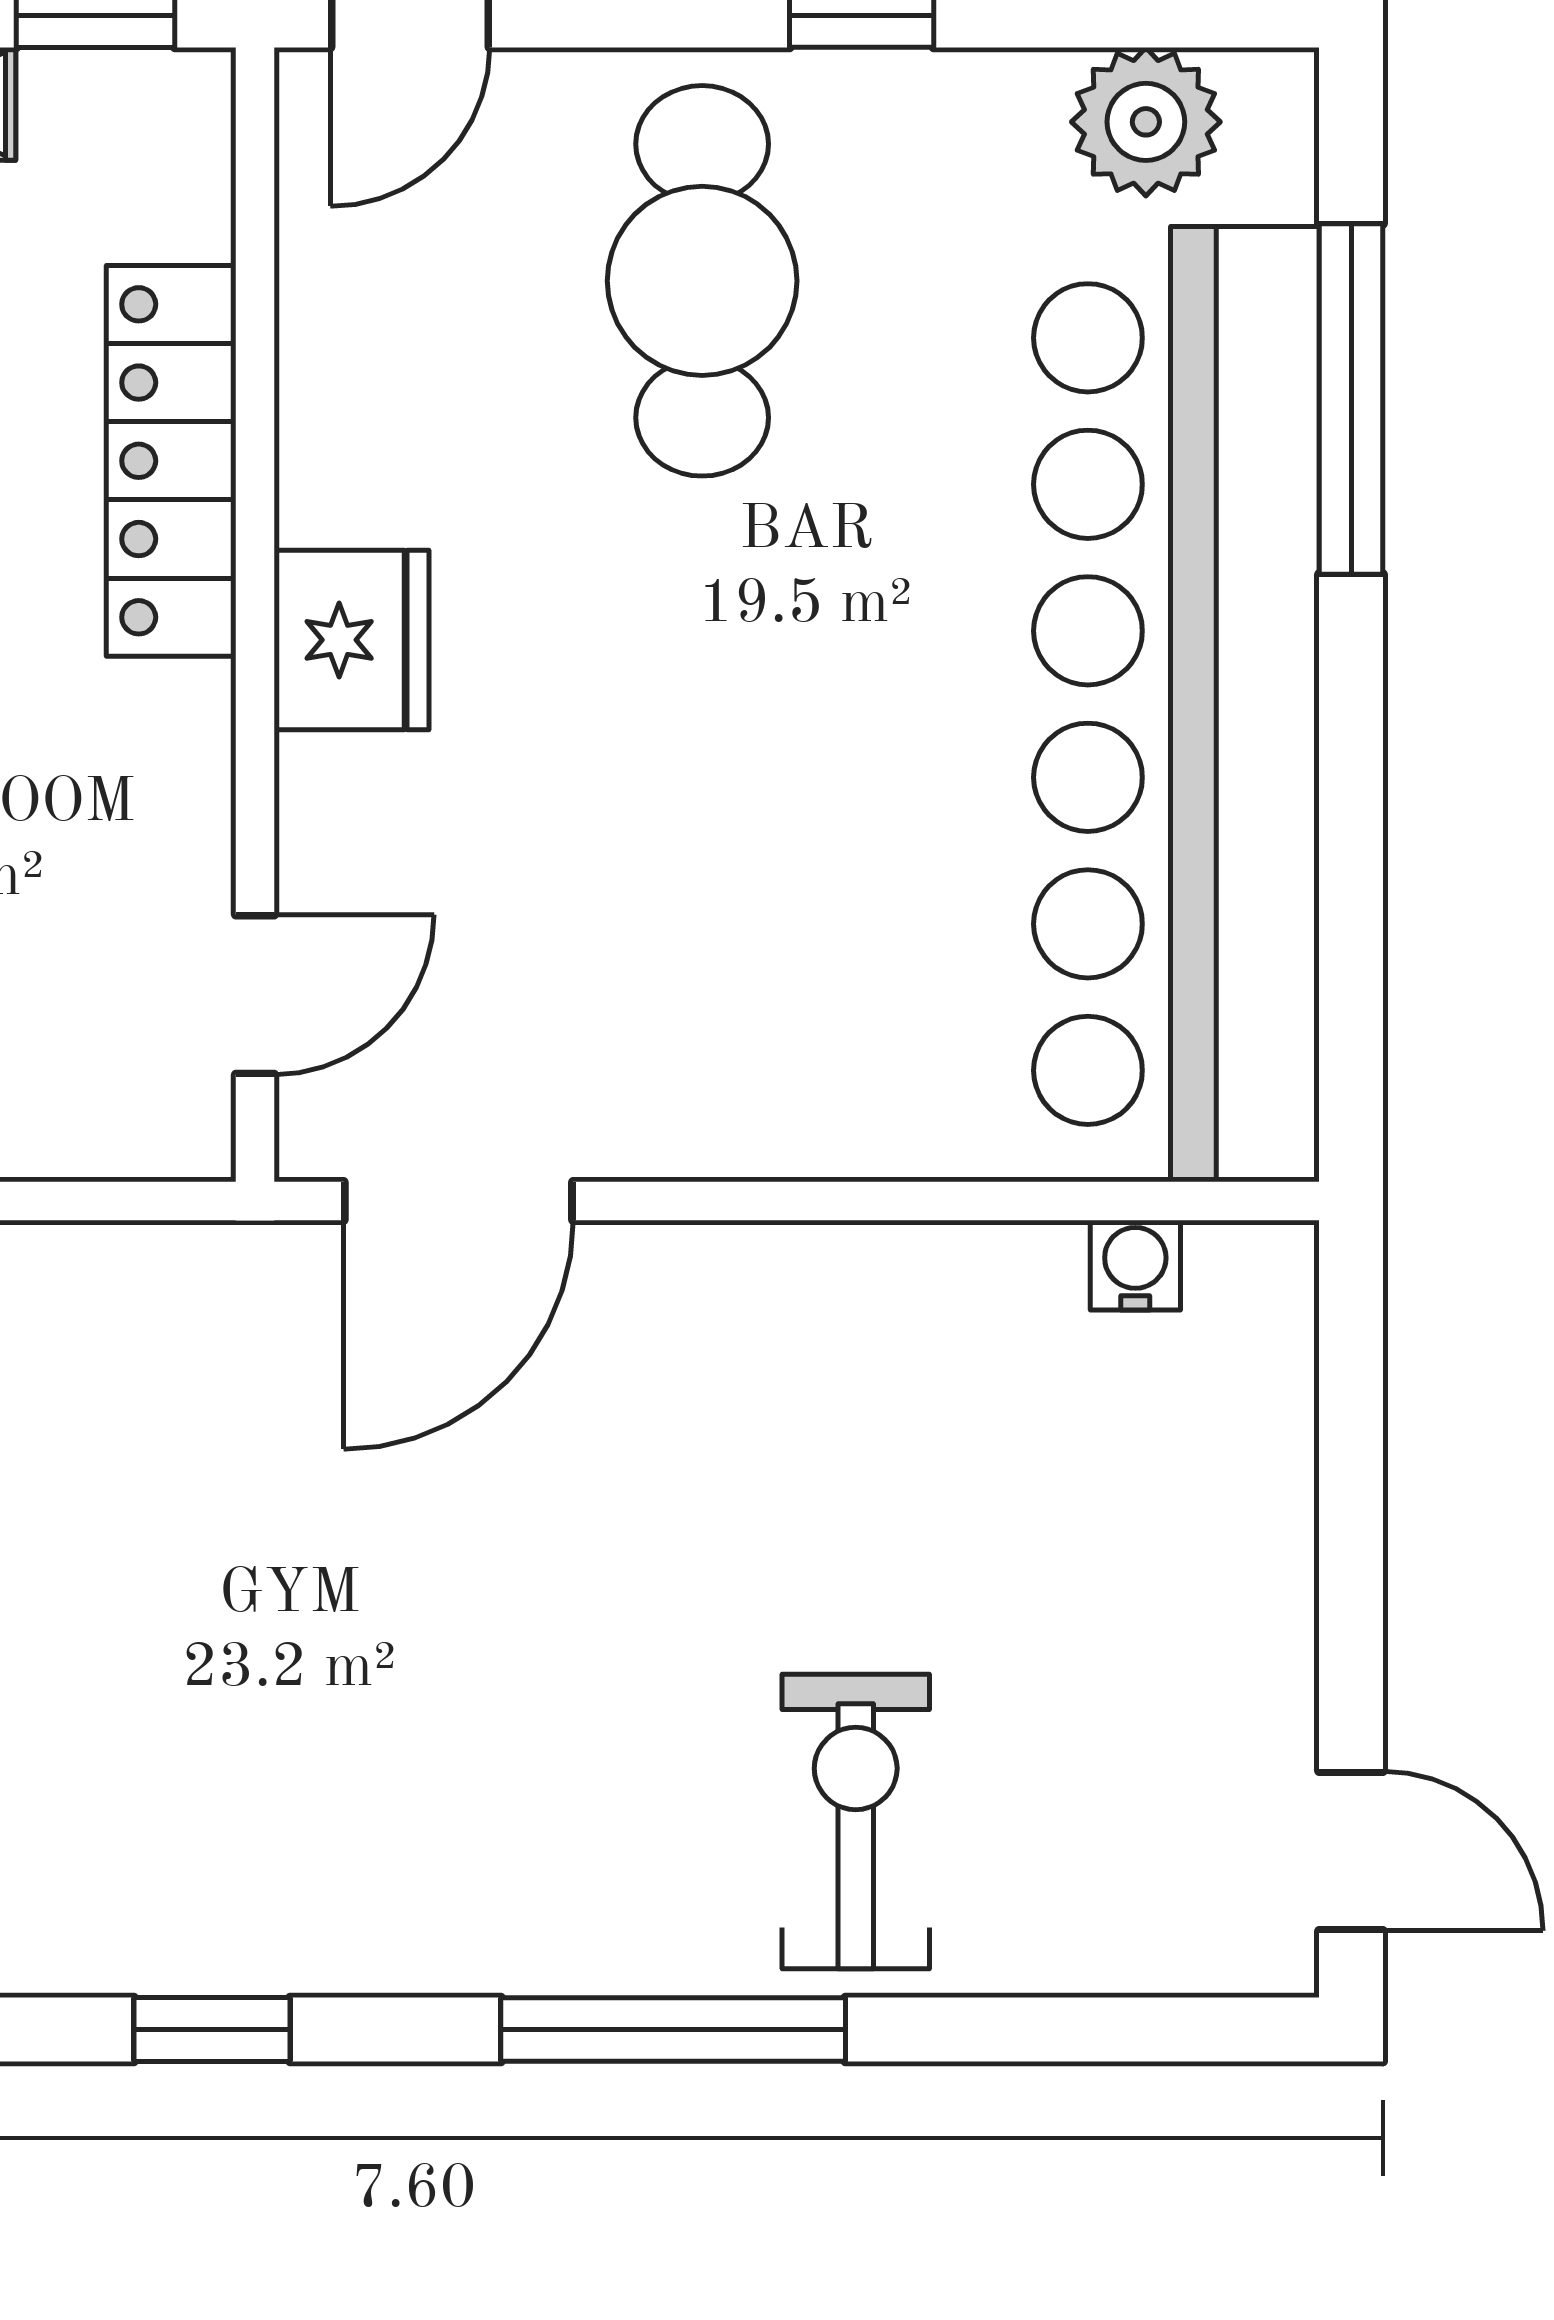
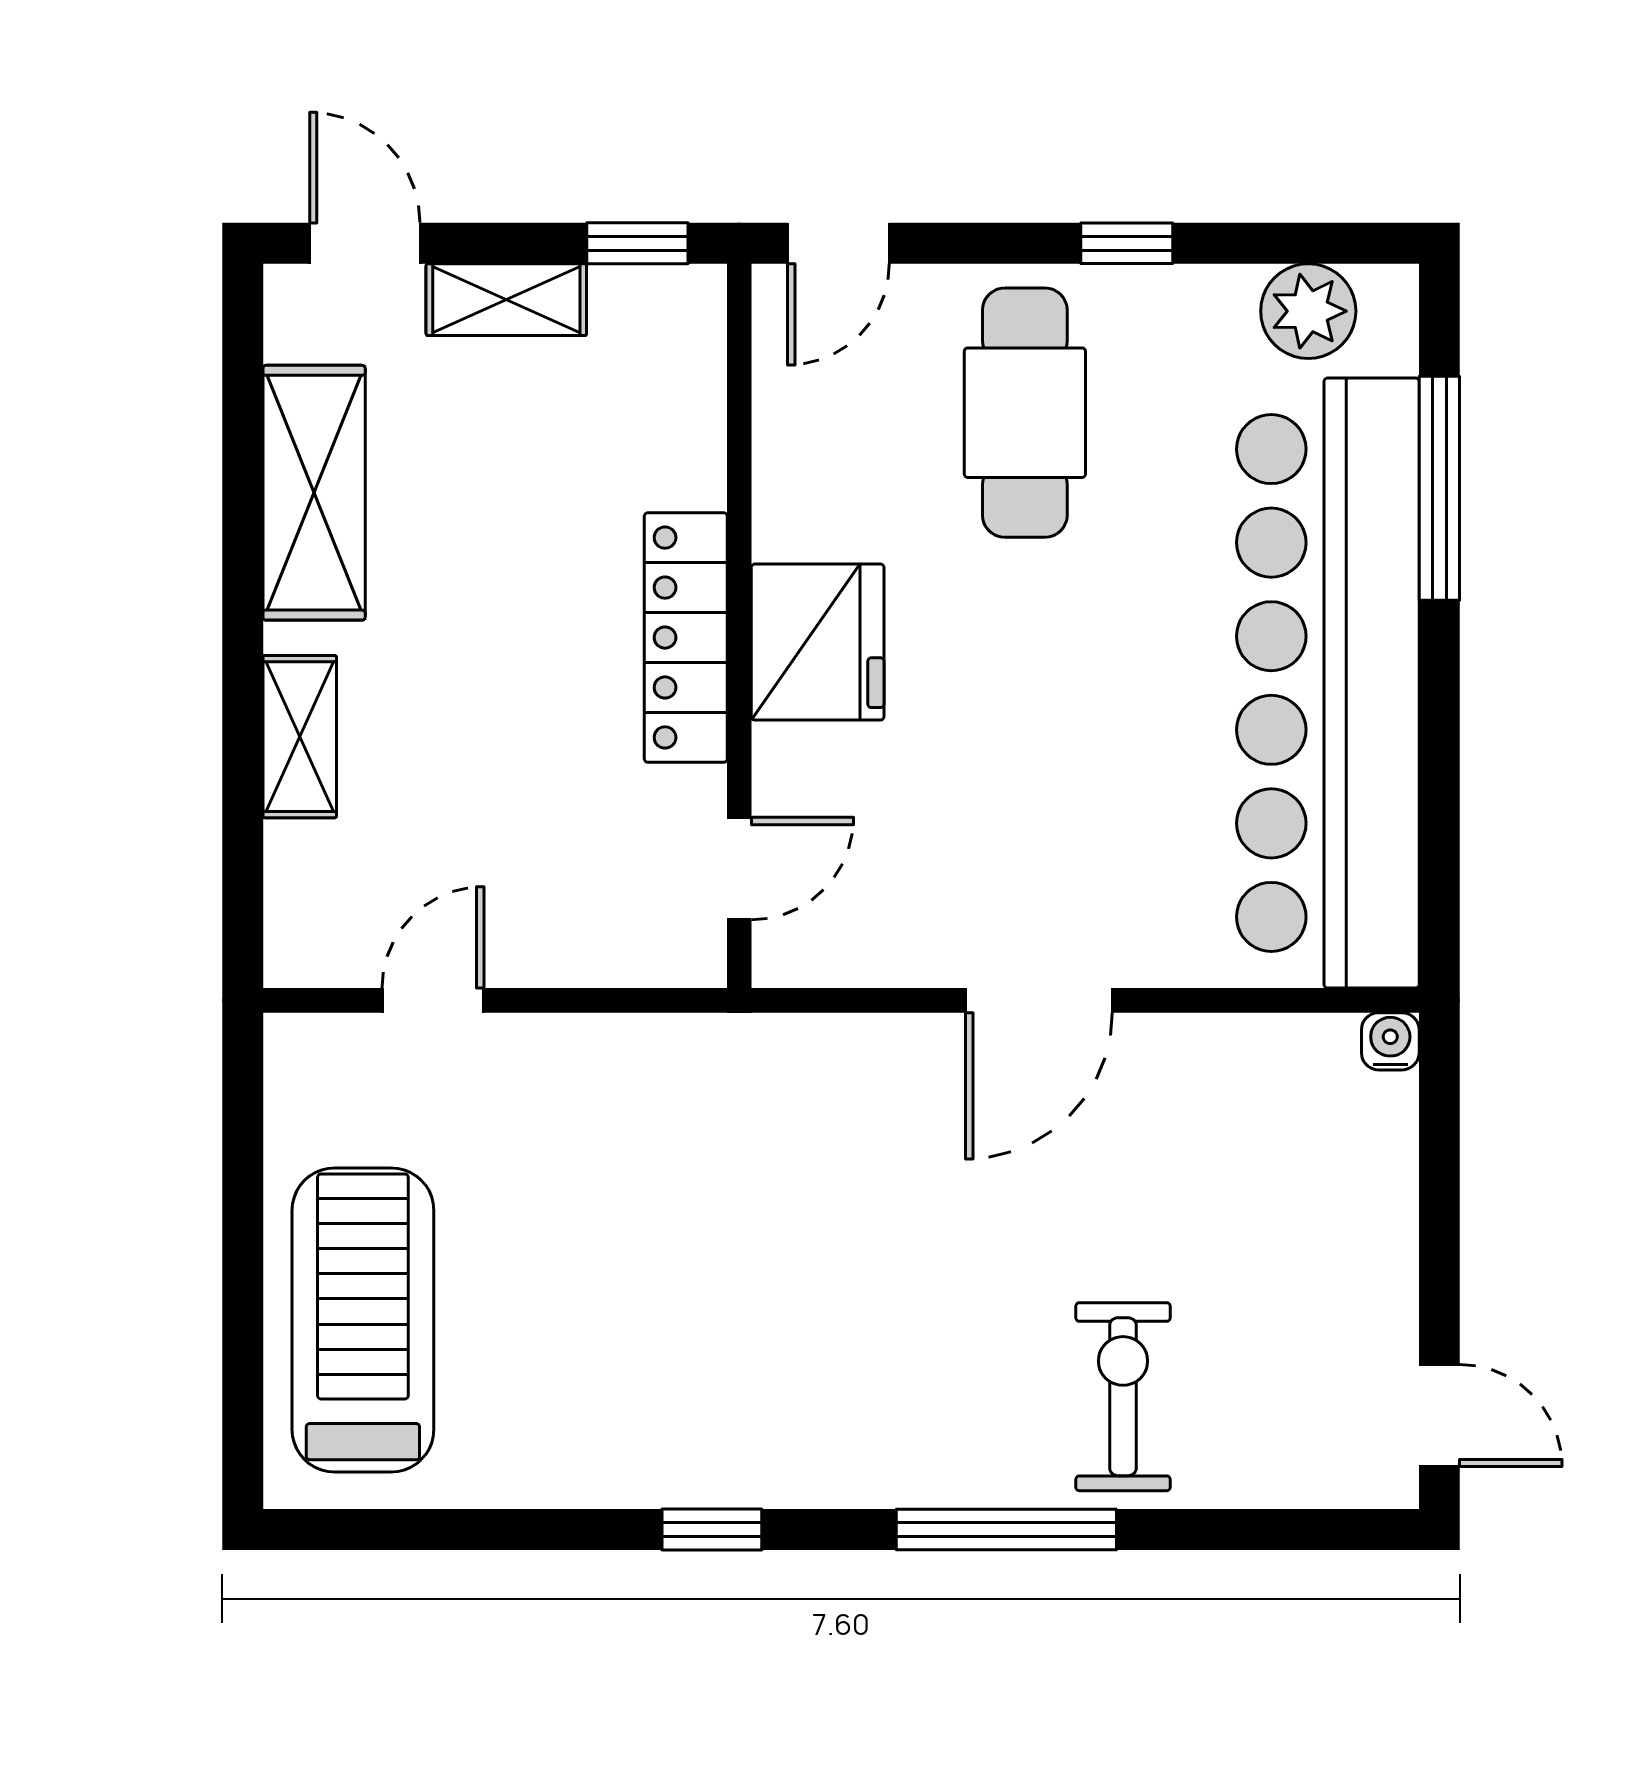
locker: (171, 461) -> (686, 638), moved
fridge: (351, 640) -> (818, 642), width x1.36, depth x1.34
door: (458, 1201) -> (1039, 1000), moved
water cooler: (1135, 1265) -> (1390, 1041), moved

